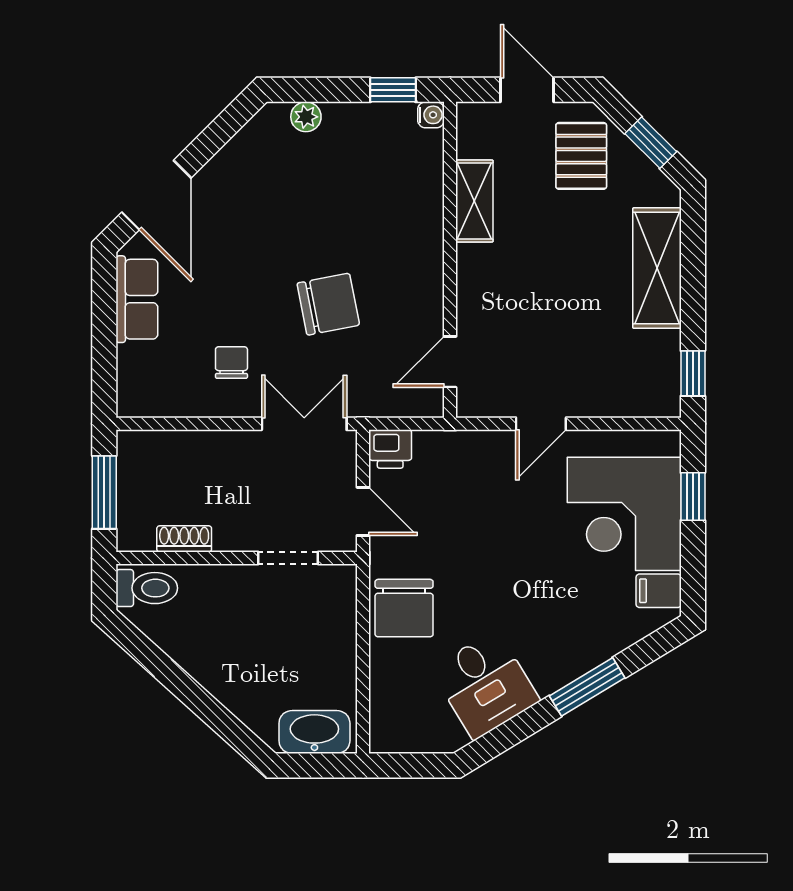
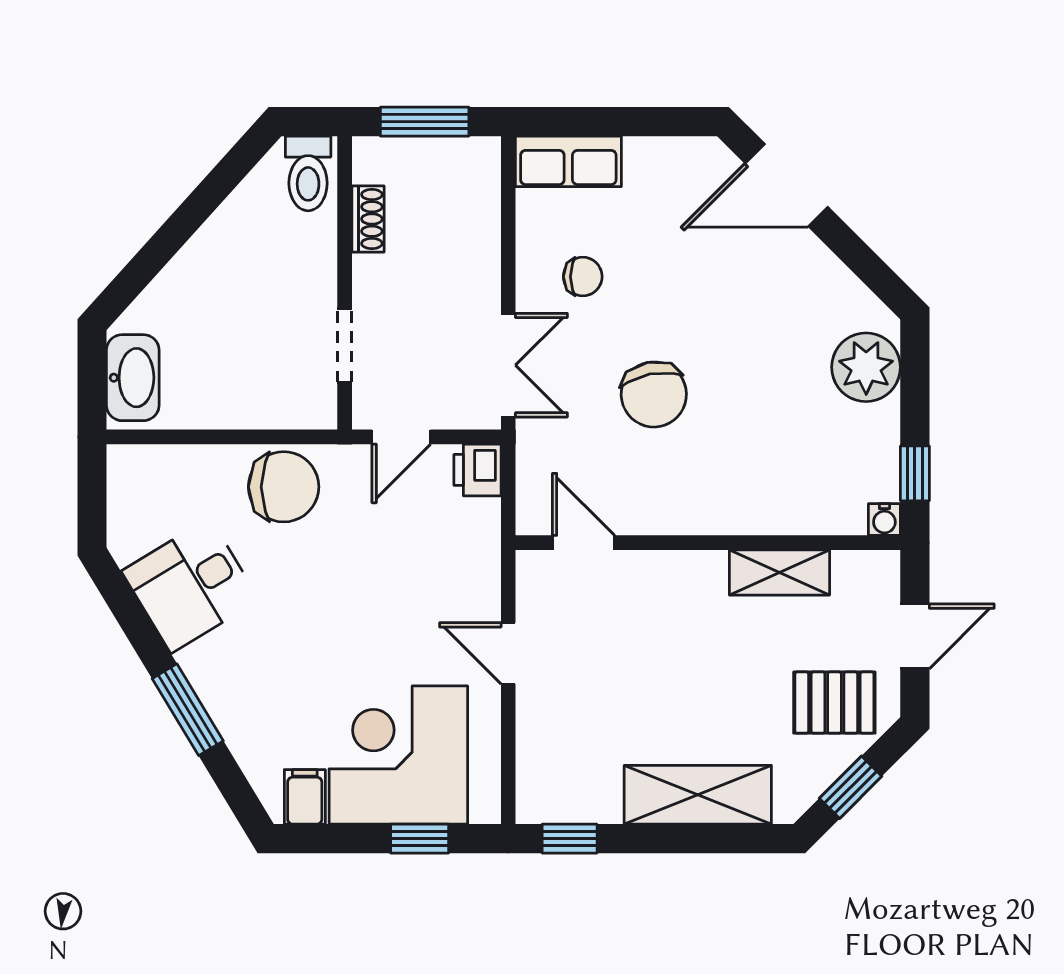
plant: (306, 117) -> (866, 367), width x1.88, depth x1.88
row of seats: (137, 299) -> (568, 161), moved
chair: (404, 608) -> (284, 487), turned 180

